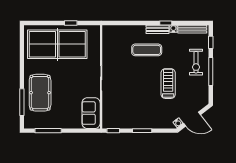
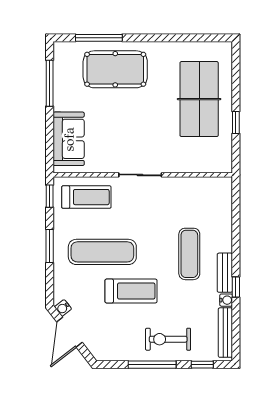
table tennis table: (57, 44) -> (199, 99), width x0.73, depth x0.76
exercise mat: (146, 100) -> (102, 252), added
treadmill: (114, 109) -> (86, 197), added
sofa: (91, 113) -> (69, 139), moved, turned 90

